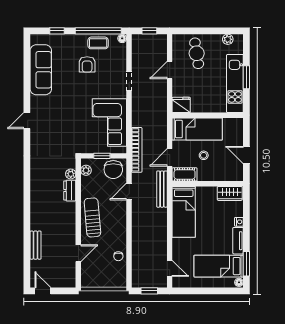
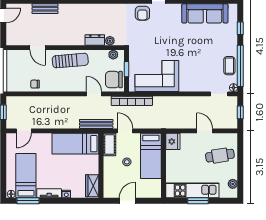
armchair: (87, 64) -> (142, 13), moved, turned -90
doorway: (129, 81) -> (219, 94), moved

